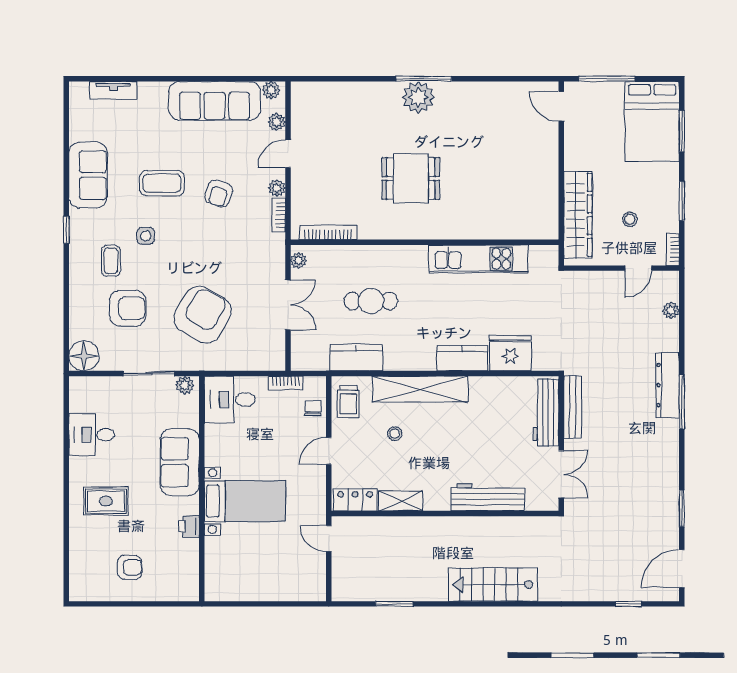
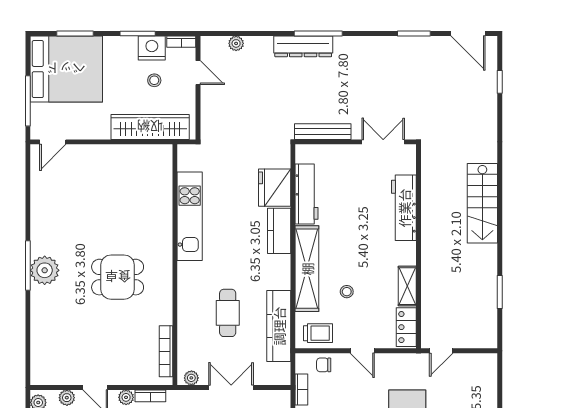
bed: (652, 121) -> (66, 69), width x1.36
dining table: (411, 178) -> (118, 277), turned 90
nightstand: (666, 217) -> (152, 48), added
kitchen counter: (356, 358) -> (279, 326), width x1.50
workbench: (546, 413) -> (306, 194), moved, turned -90

